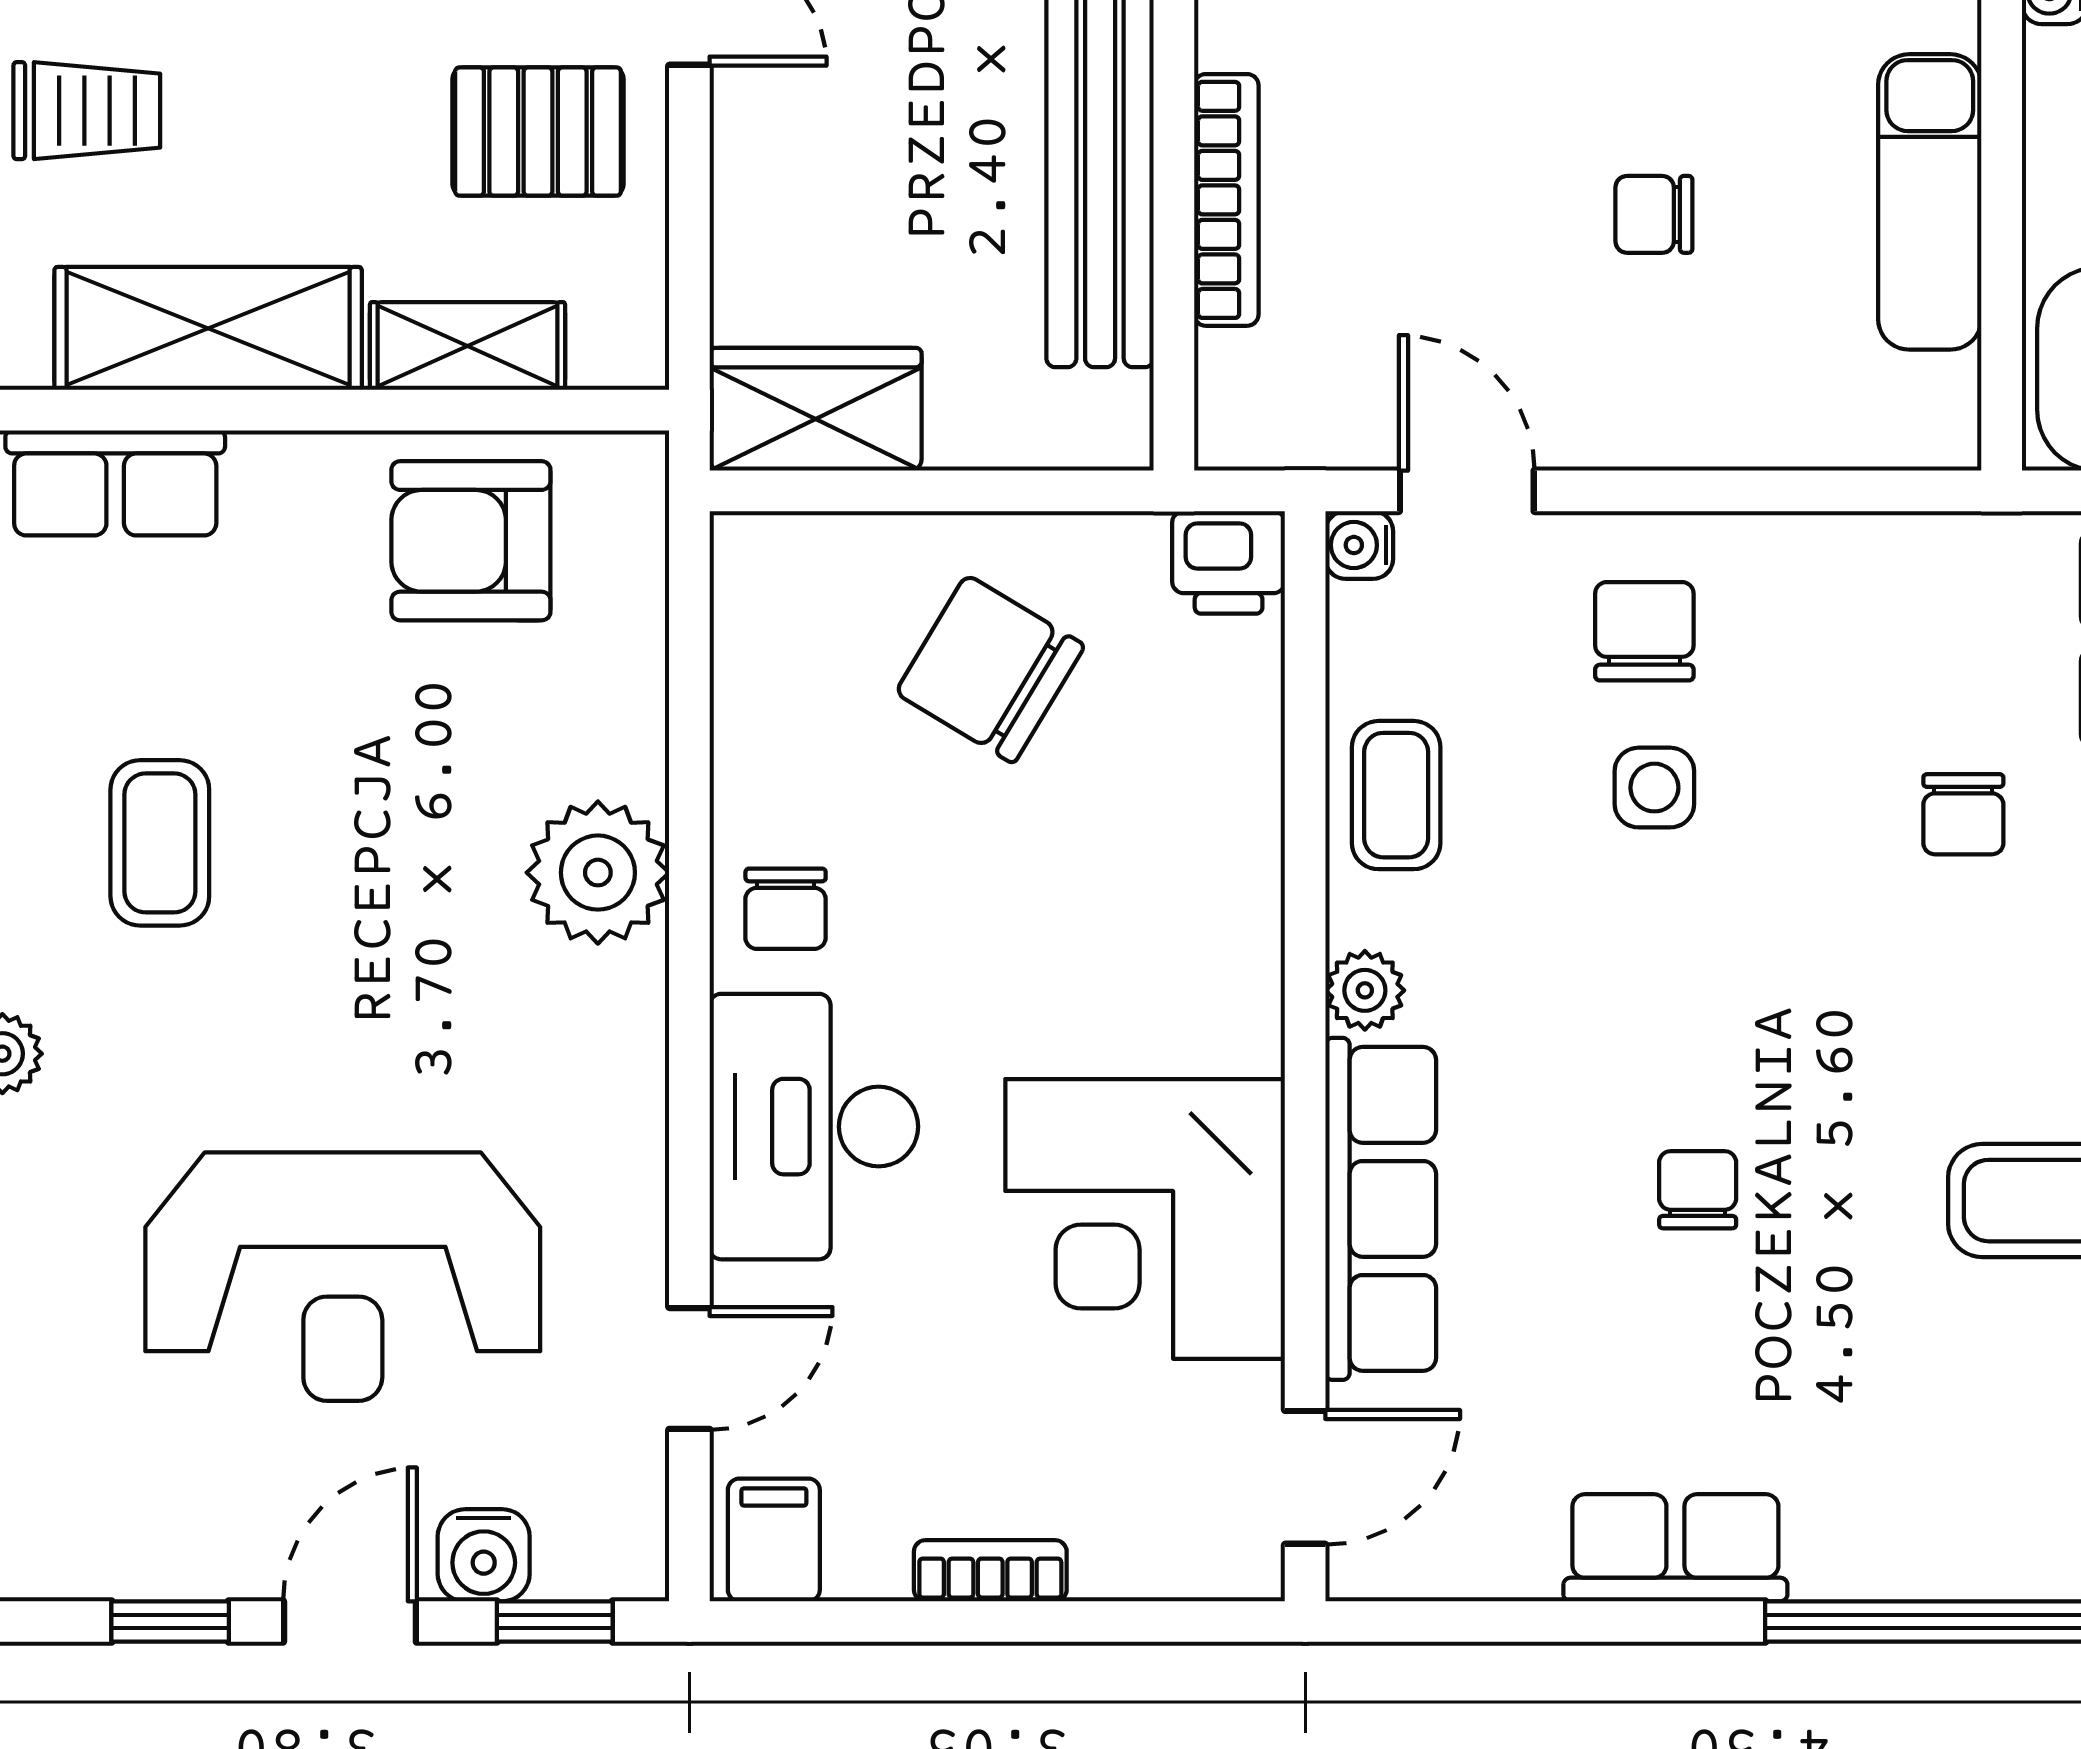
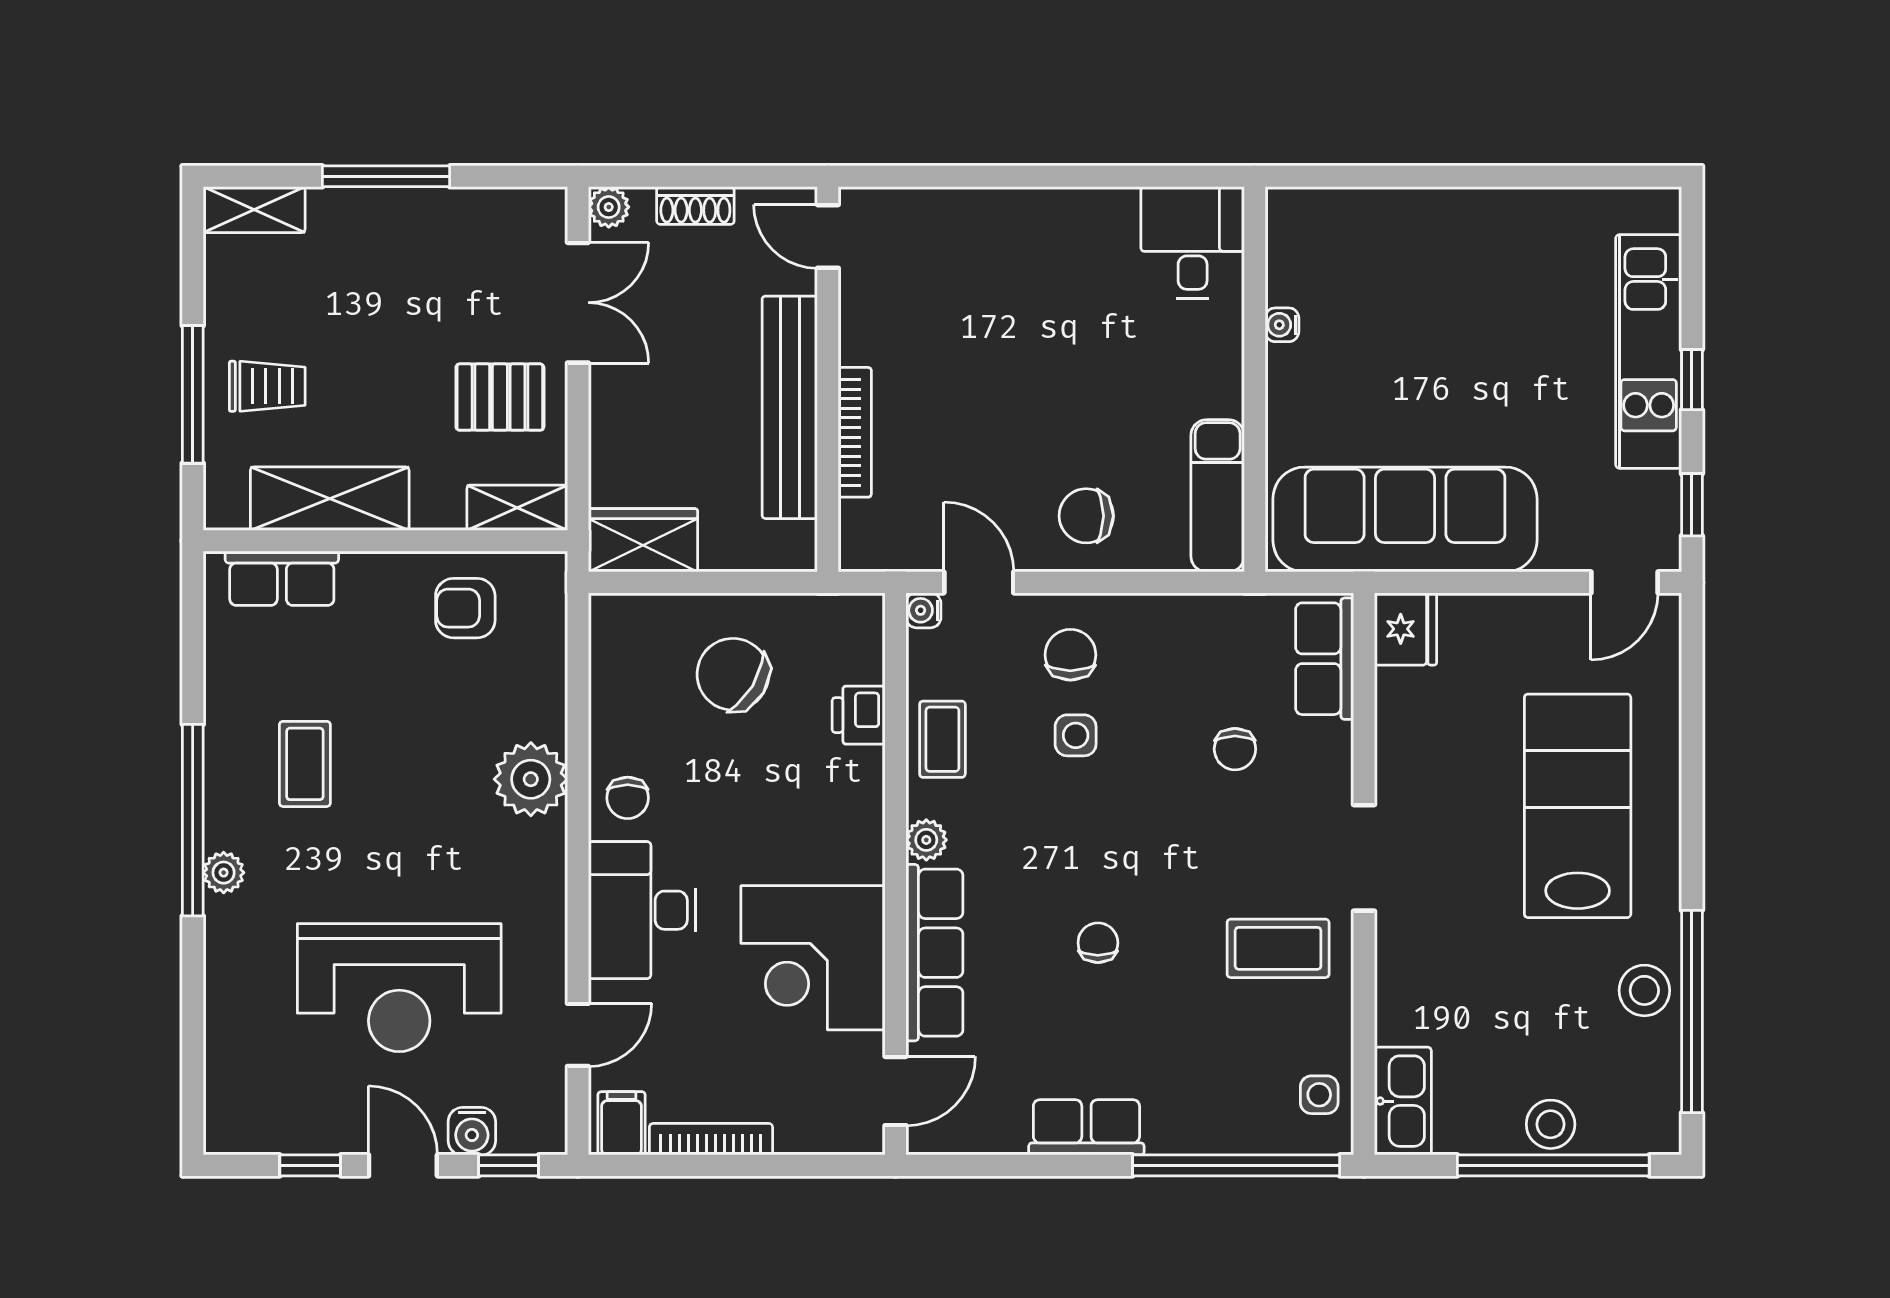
exam couch: (1930, 202) -> (1218, 496), moved
chair: (1654, 214) -> (1086, 516), moved, width x1.37, depth x1.37
shelving: (468, 346) -> (517, 508), moved
armchair: (471, 541) -> (465, 608), width x0.72, depth x0.72
printer: (1229, 562) -> (859, 715), moved, turned 90
bookcase: (990, 1571) -> (711, 1139), width x1.56
door: (350, 1621) -> (403, 1165), hinge flipped

